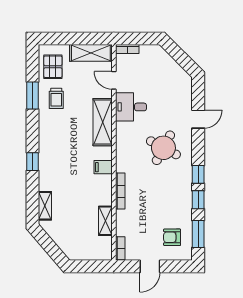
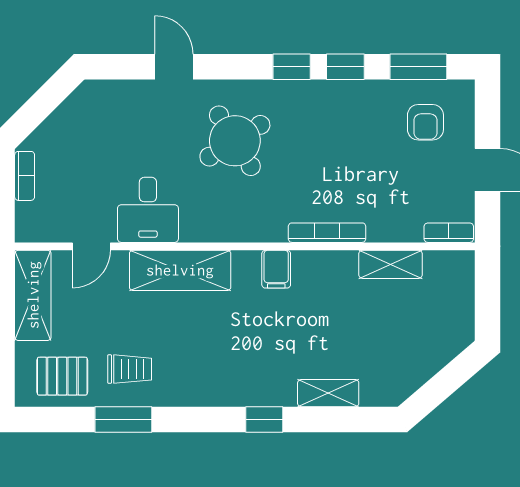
bookcase: (127, 49) -> (25, 176), moved
round table: (163, 148) -> (235, 141), turned 30
shelving: (45, 206) -> (328, 393), moved

